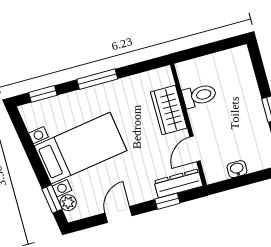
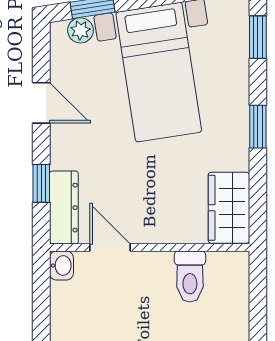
window: (97, 79) -> (258, 127), width x0.67
wardrobe: (169, 110) -> (229, 208), moved, turned -90
washbasin: (237, 169) -> (61, 265), moved

